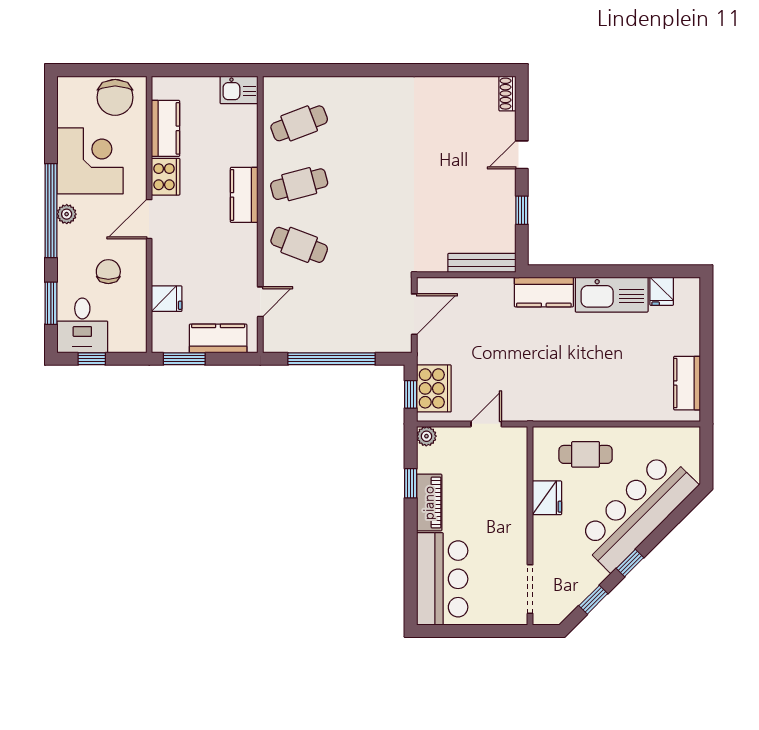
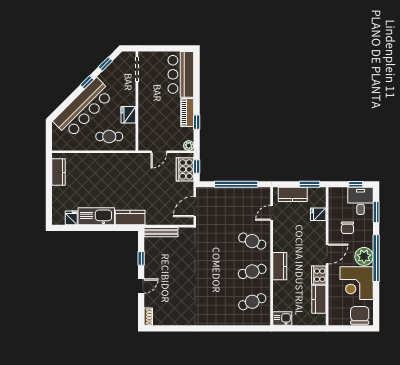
chair: (115, 97) -> (360, 315), moved
plant: (67, 214) -> (364, 256), width x1.87, depth x1.87

